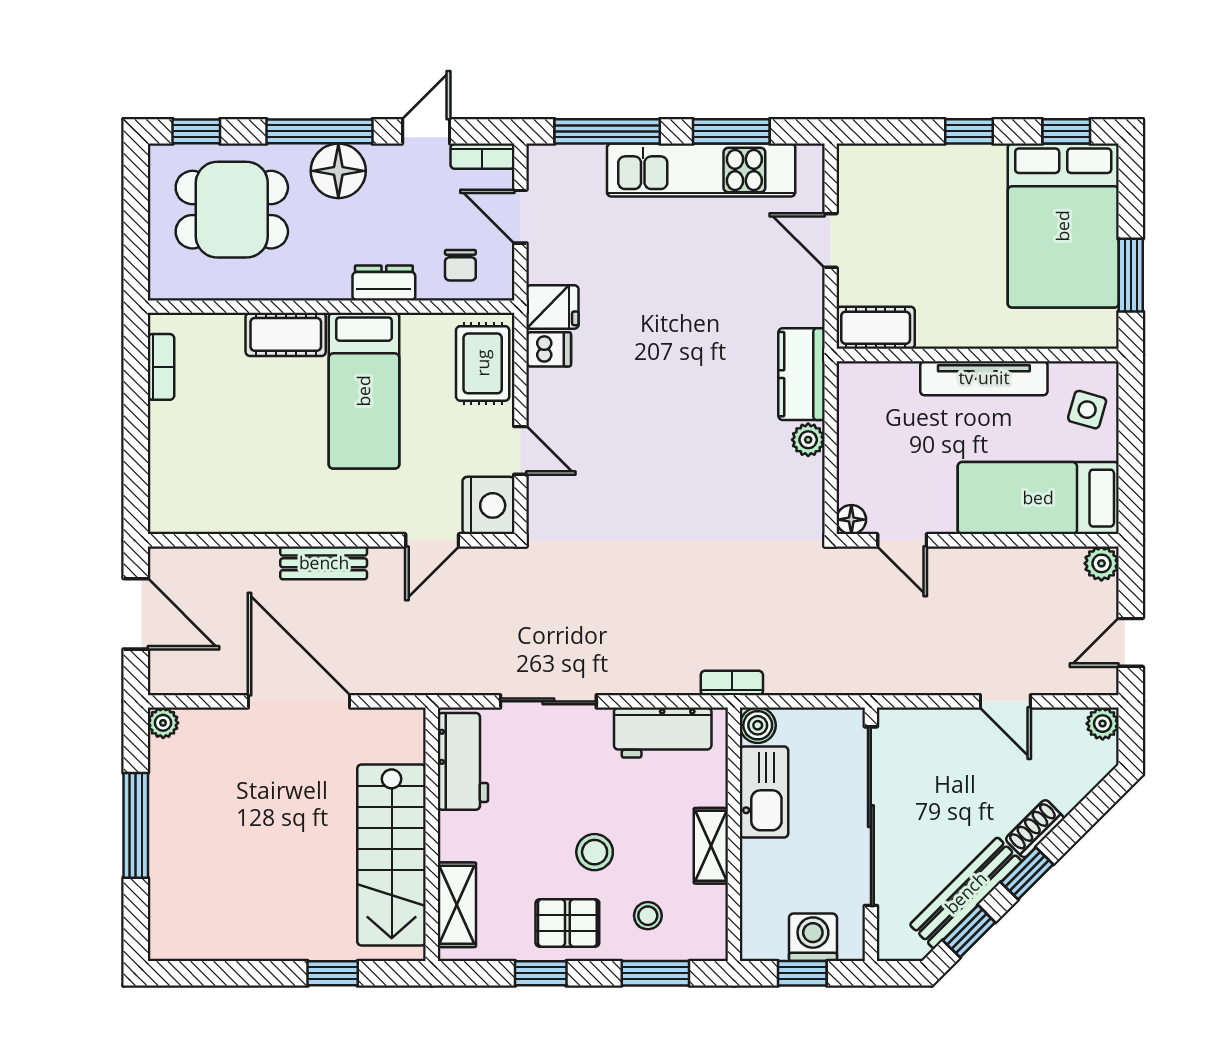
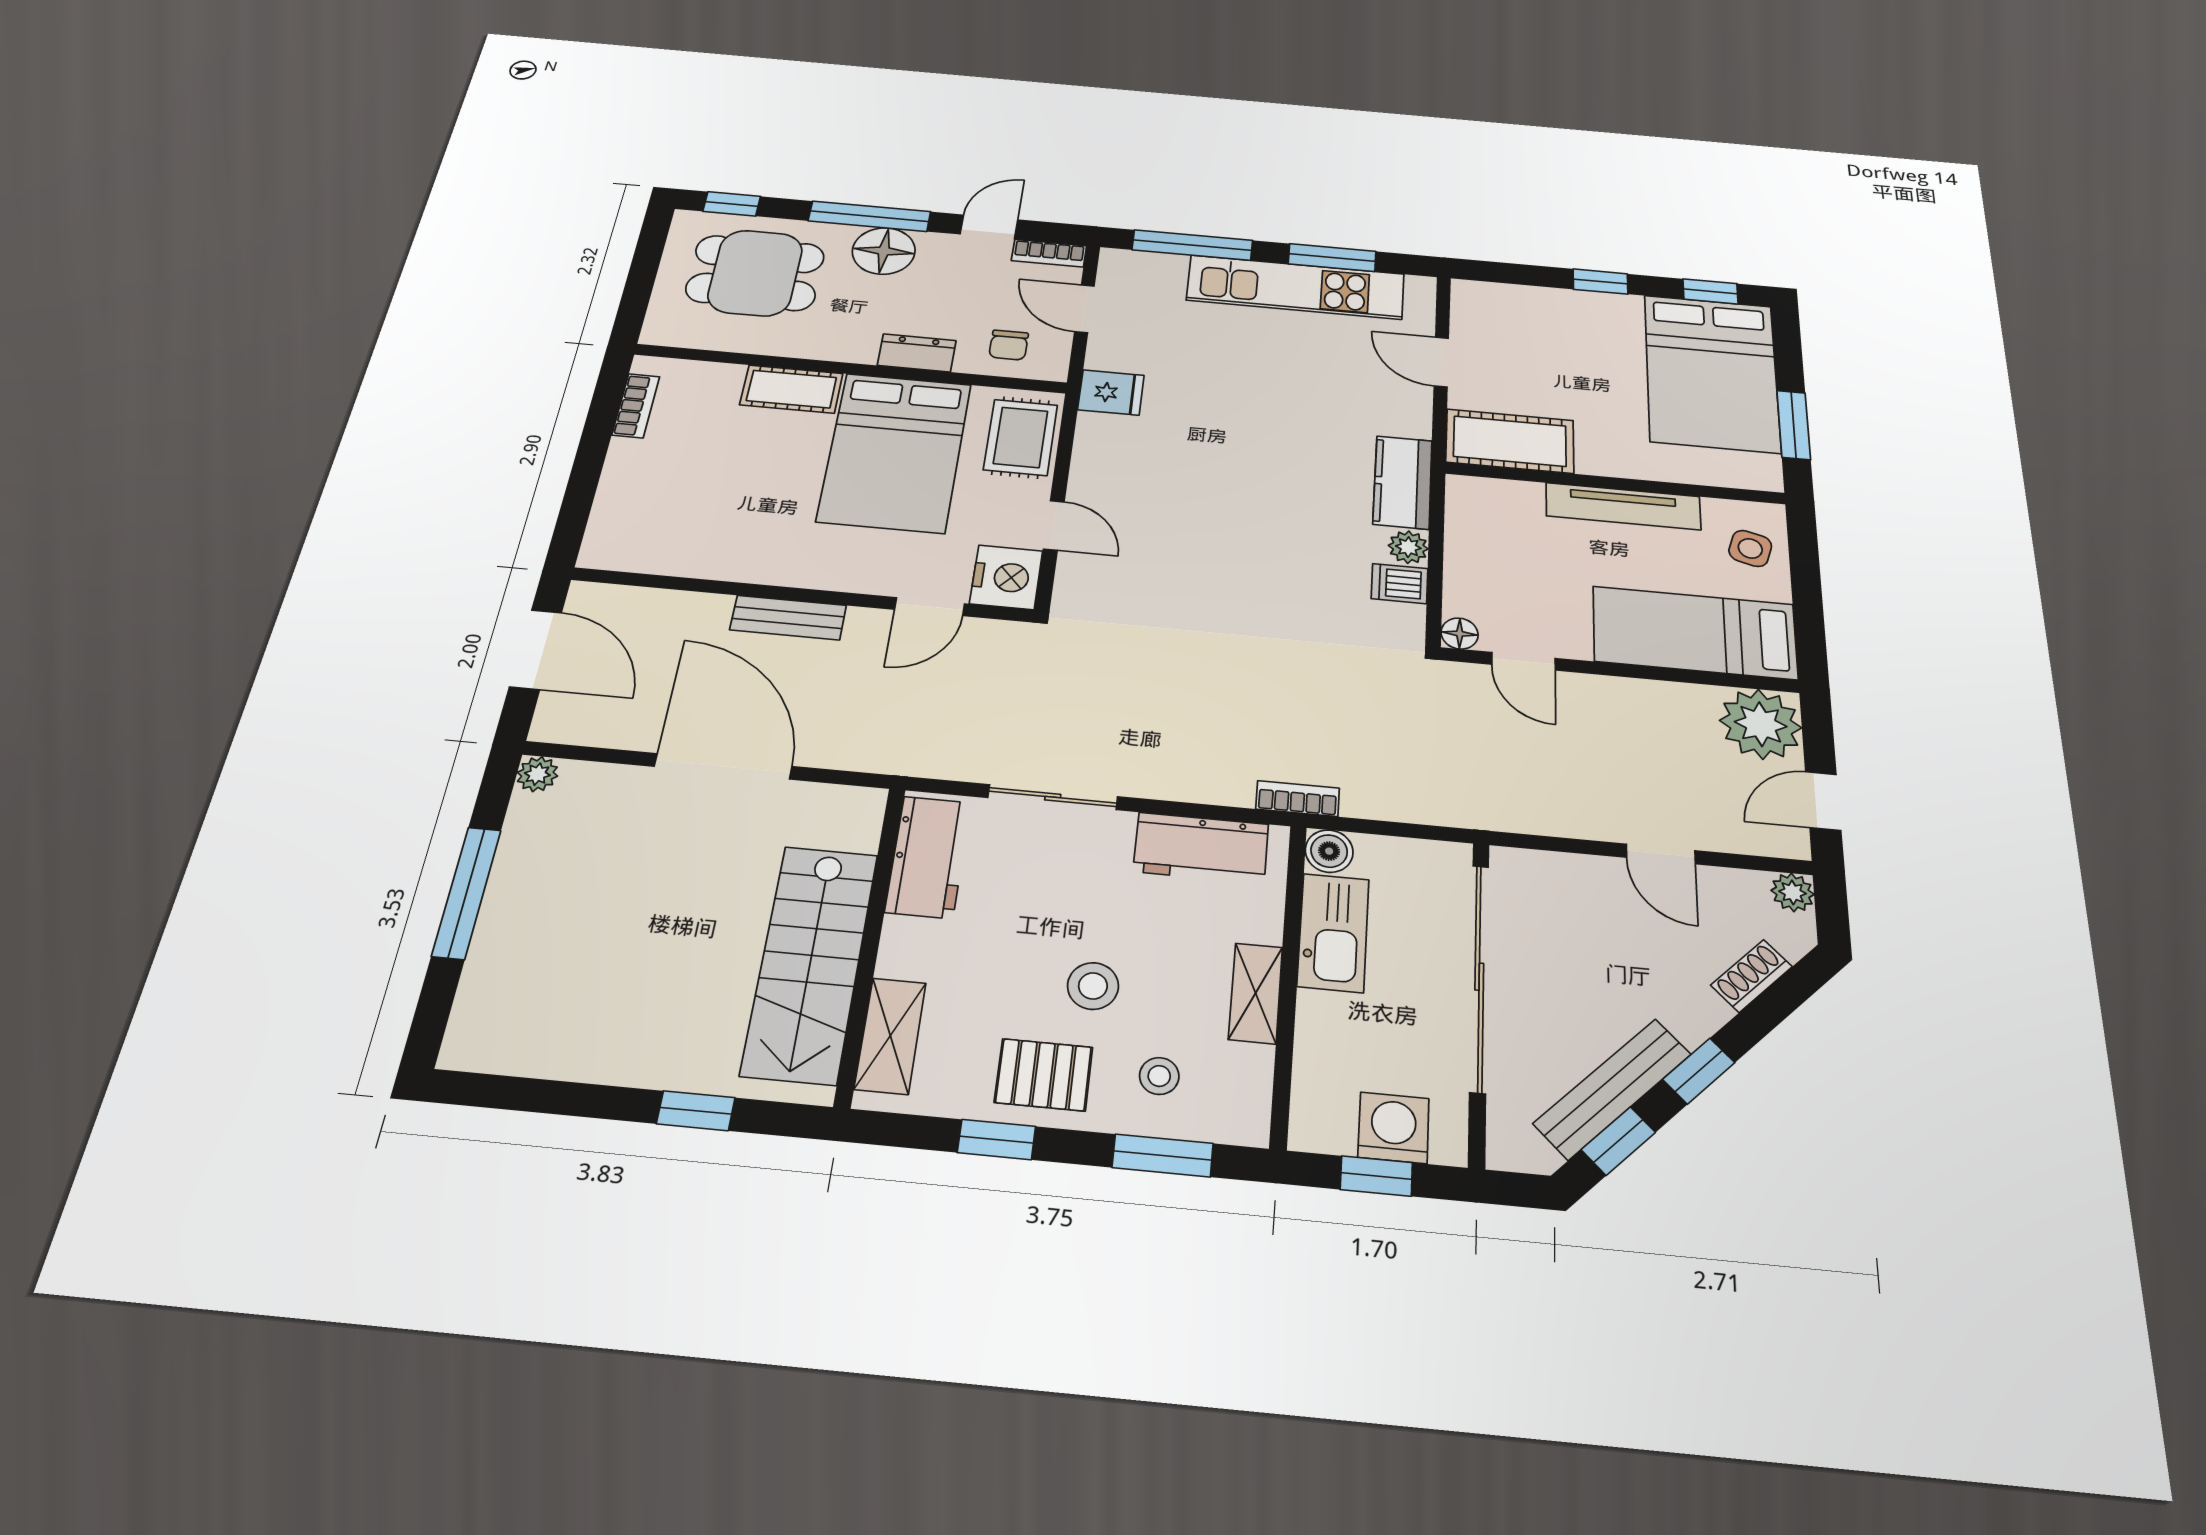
cot: (876, 328) -> (1510, 441), width x1.37, depth x1.34
dishwasher: (549, 349) -> (1400, 584), moved, turned 180
bed: (364, 391) -> (895, 452), width x1.50
plant: (1101, 563) -> (1761, 724), width x1.87, depth x1.87
shoe rack: (1035, 829) -> (1751, 976), moved

